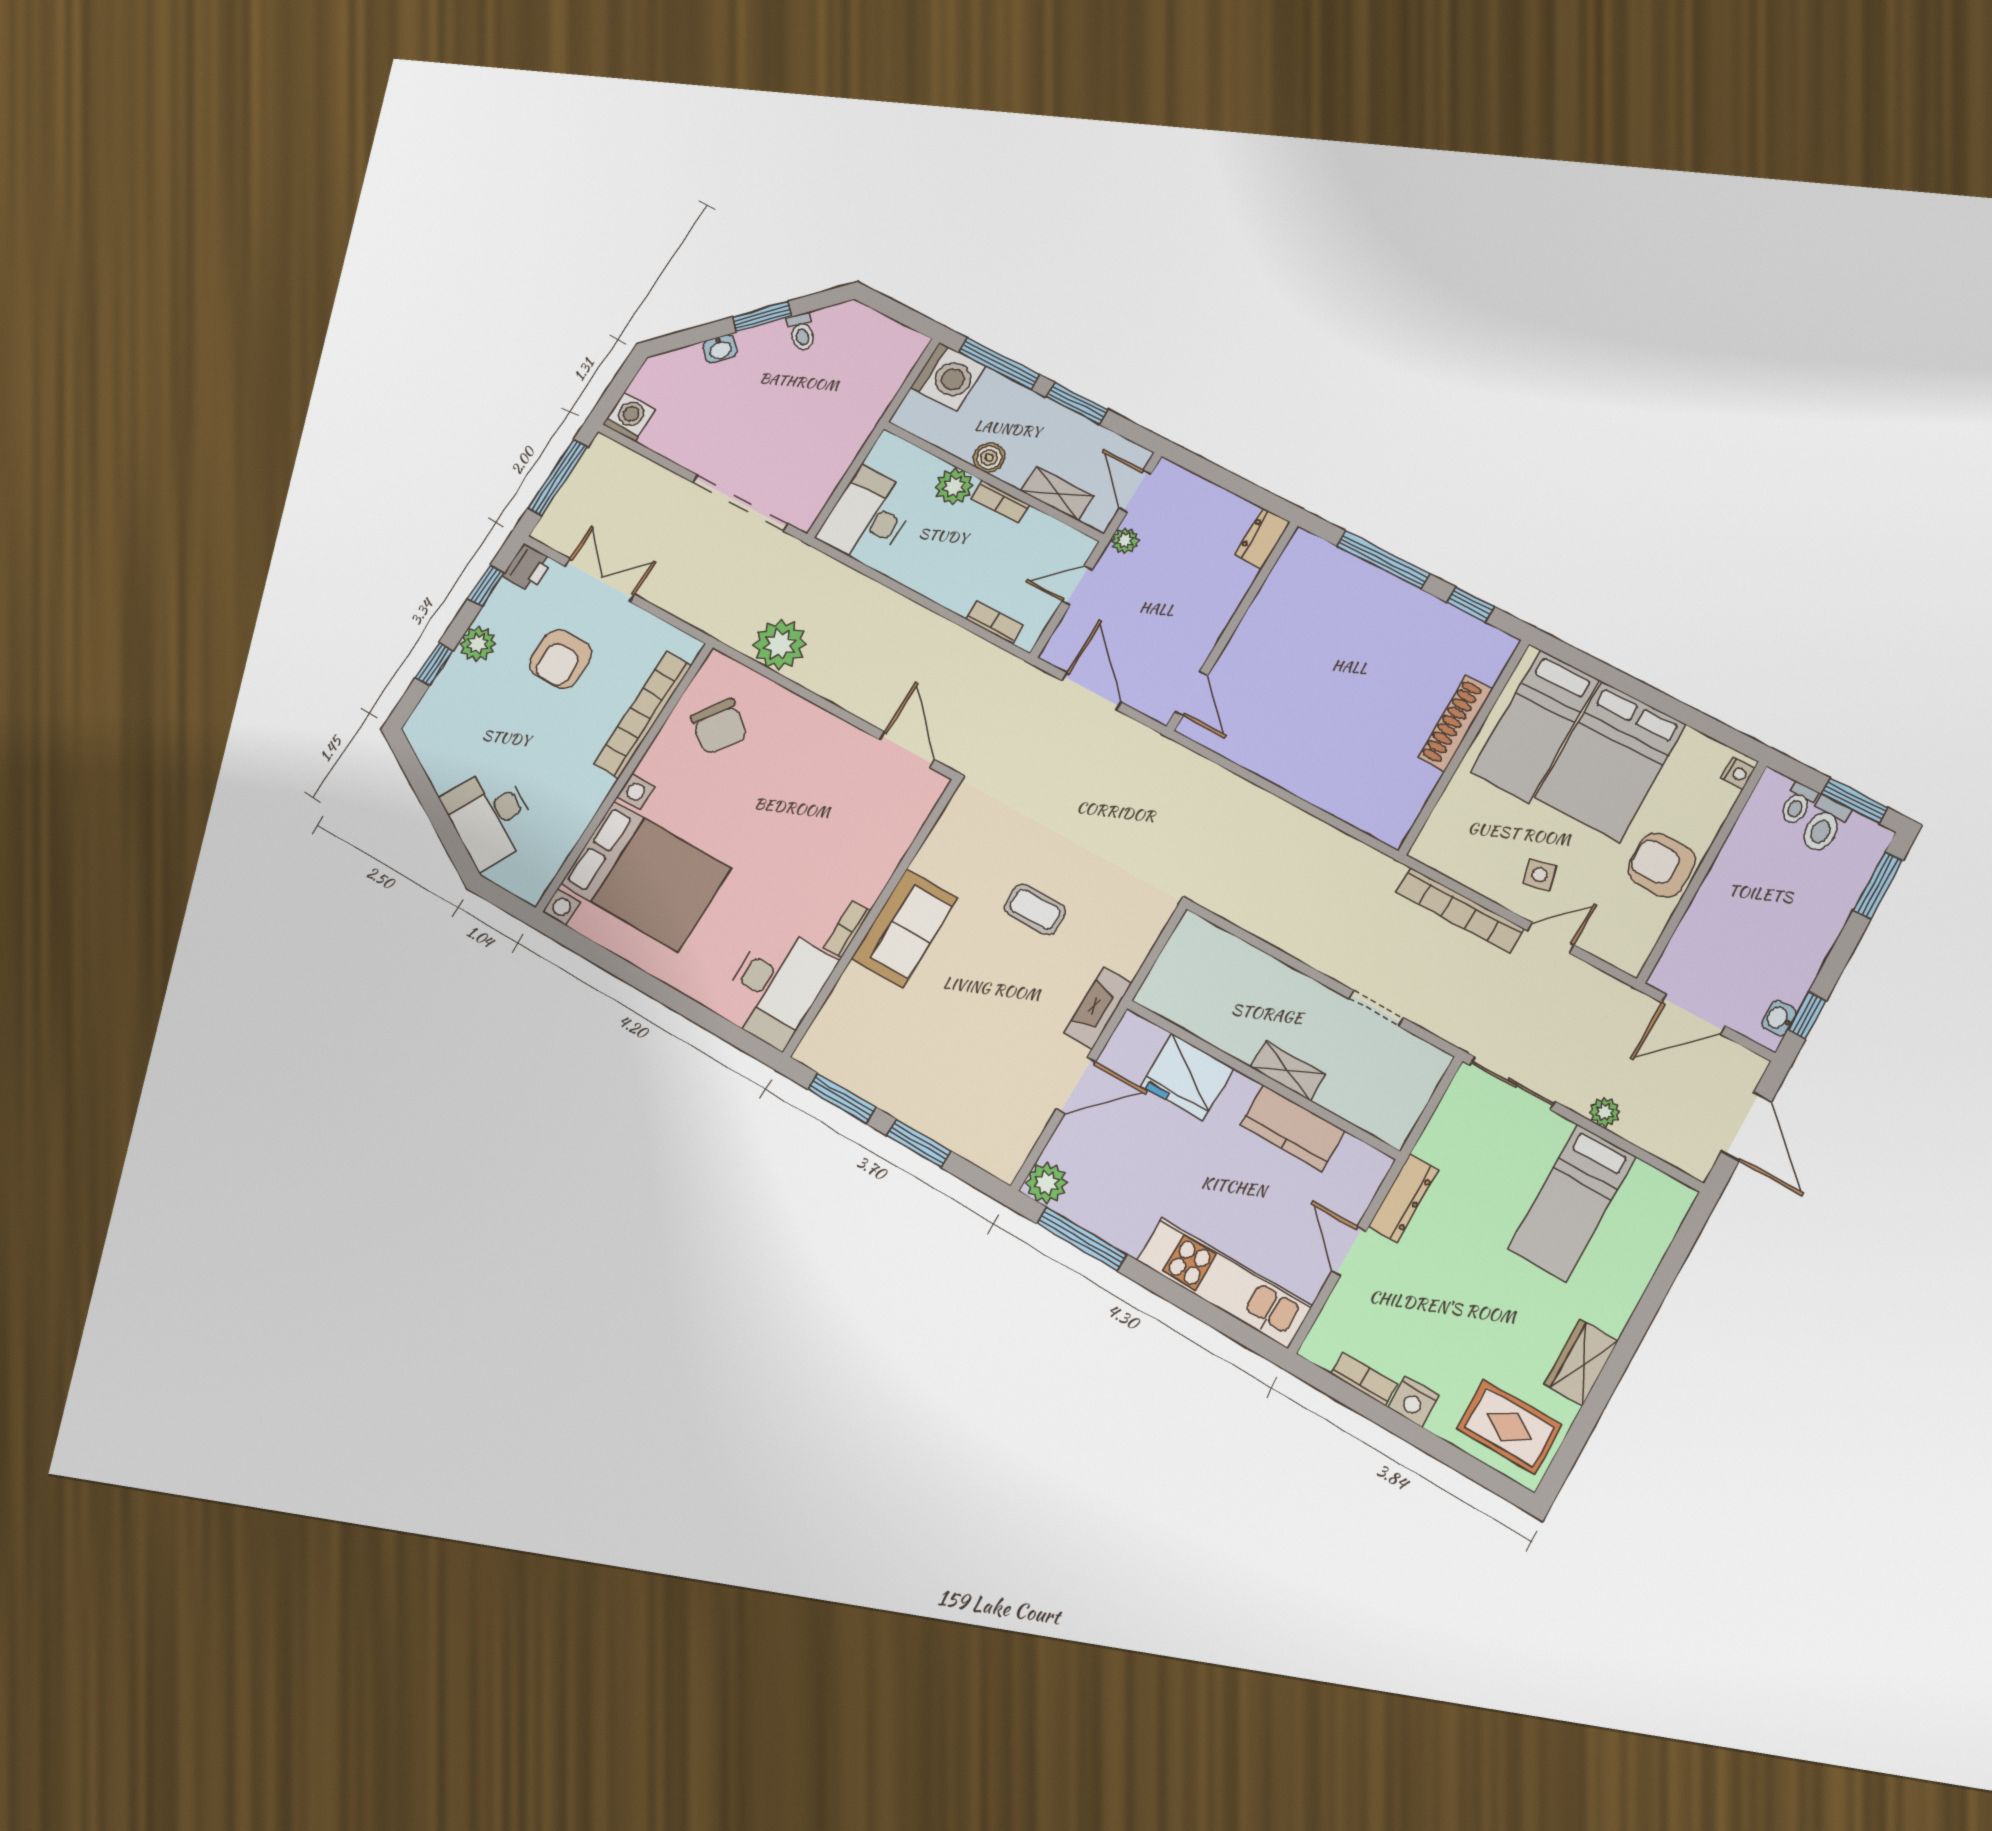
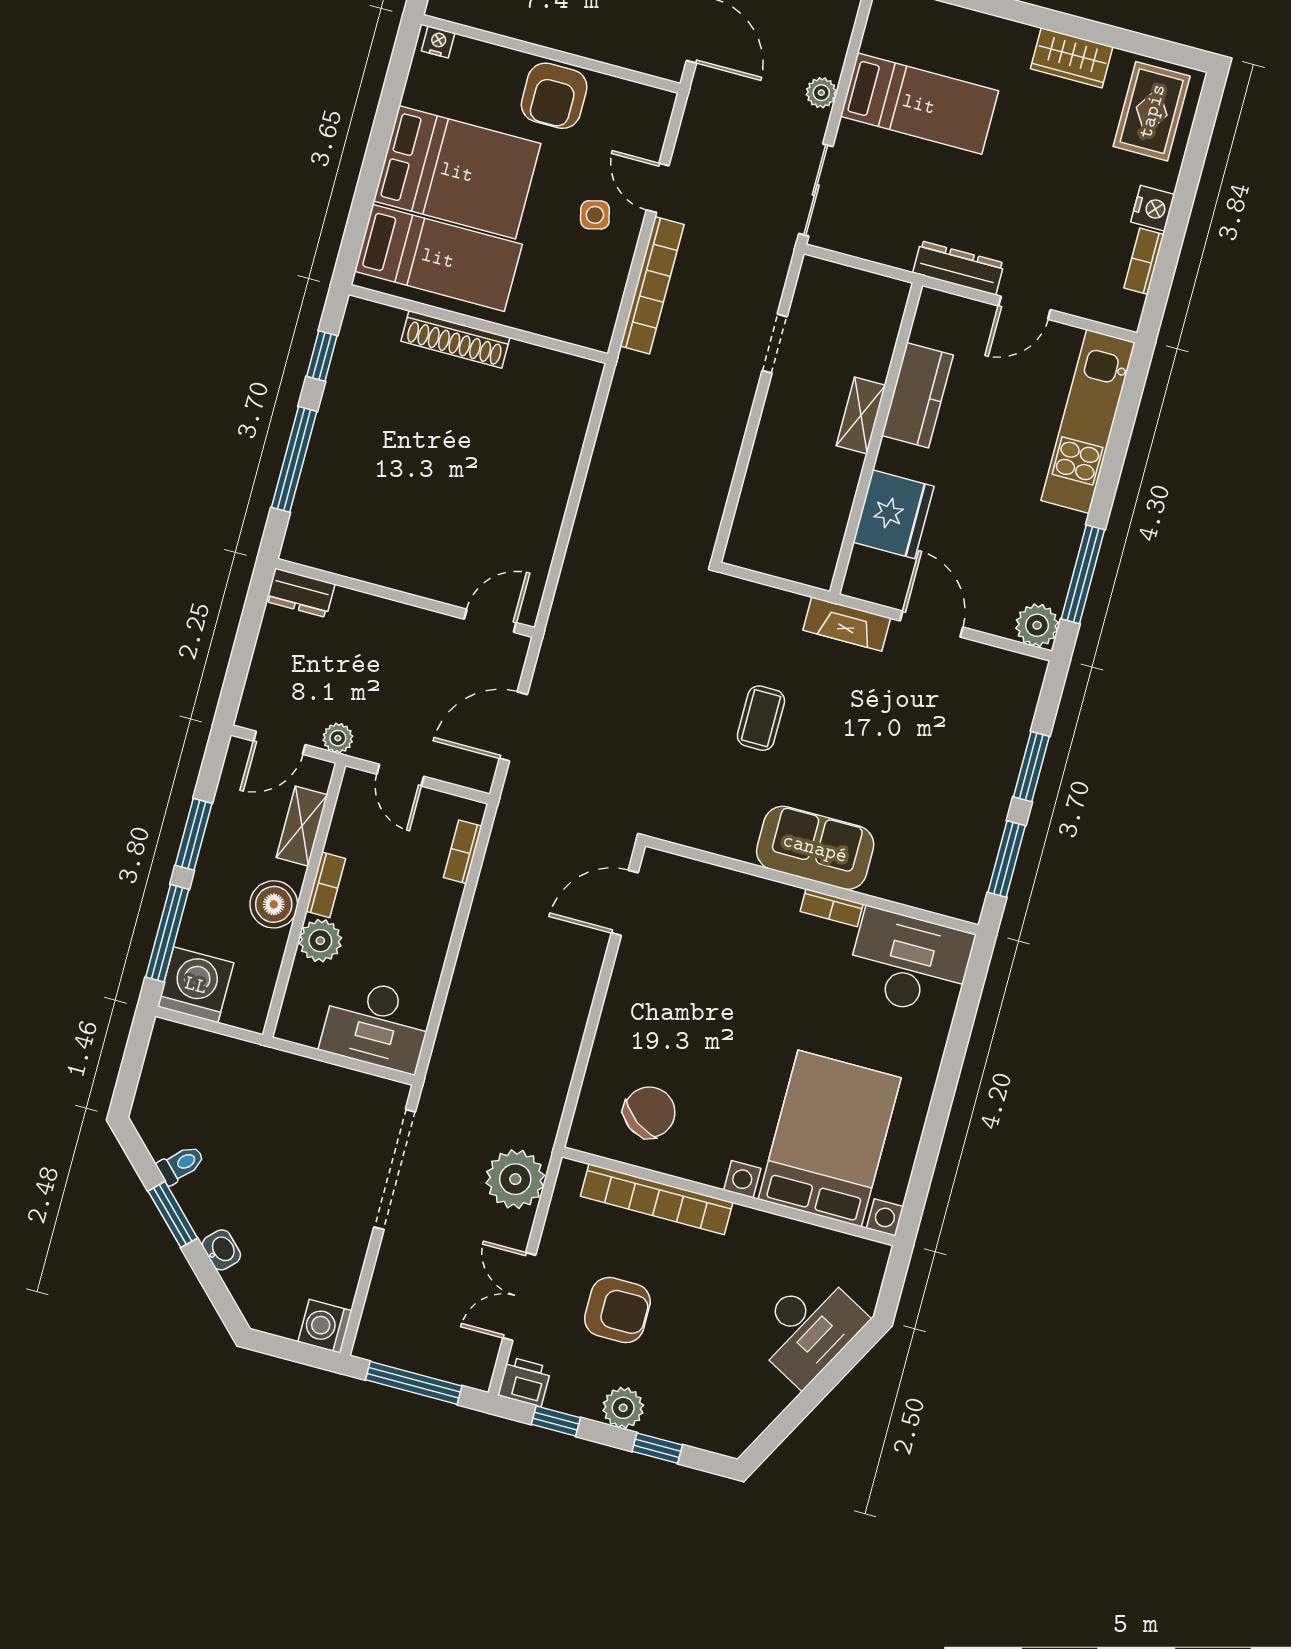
boiler: (989, 457) -> (274, 904), width x1.36, depth x1.36
plant: (780, 644) -> (515, 1179), moved

